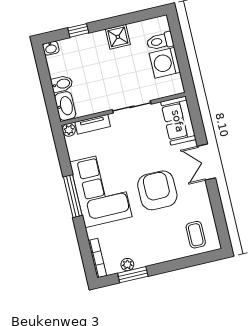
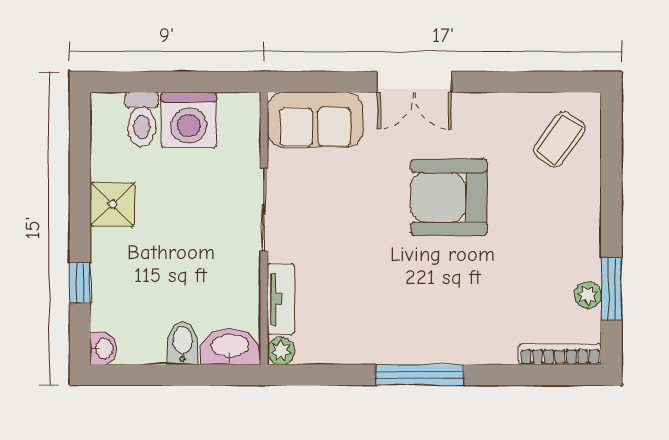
corner sofa: (101, 189) -> (419, 313), removed
coffee table: (196, 235) -> (559, 139), turned -54

